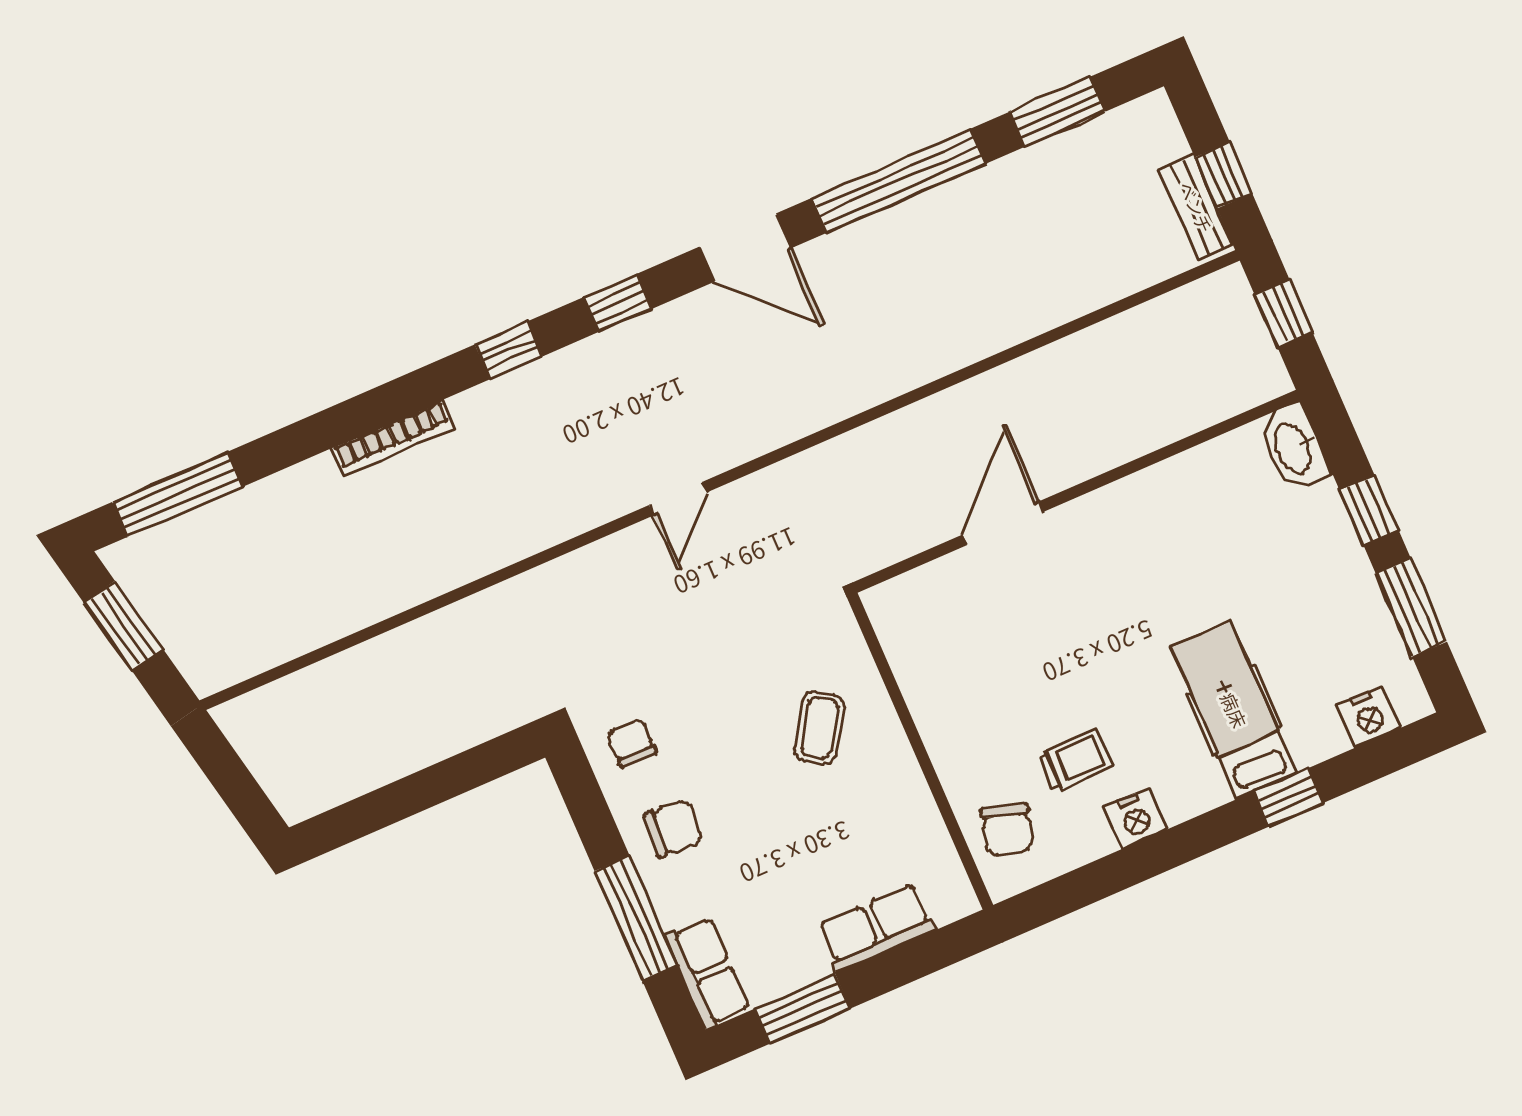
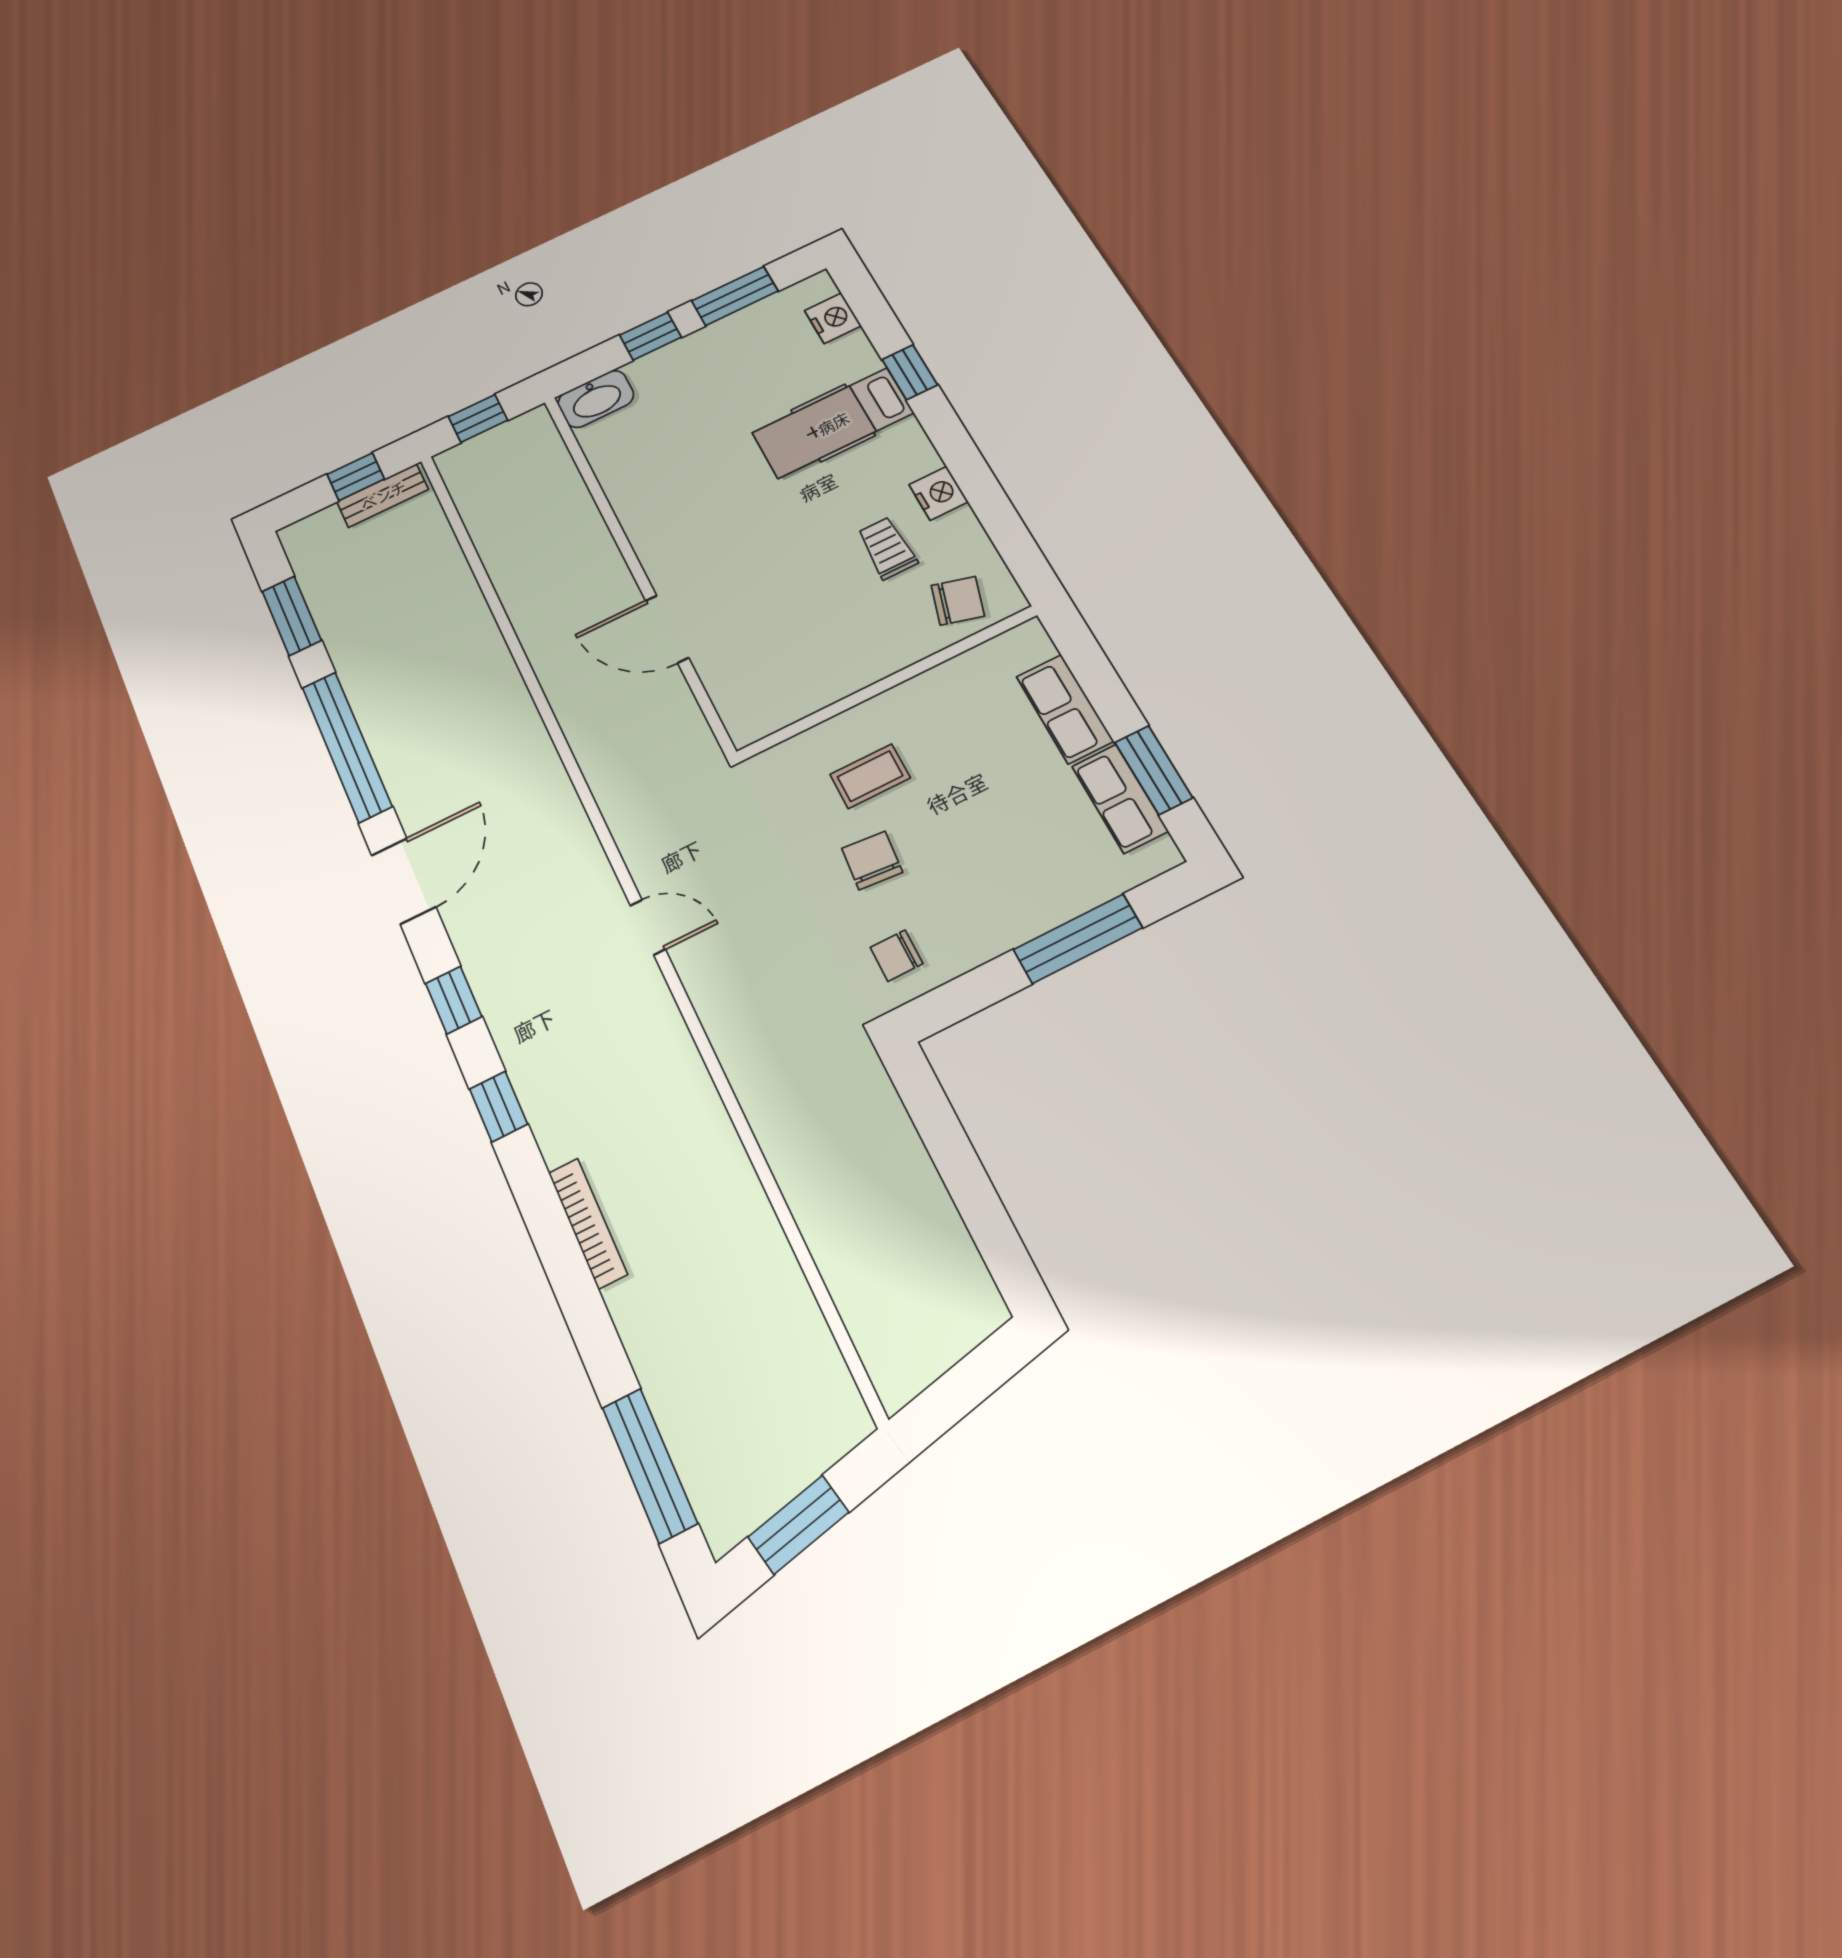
coffee table: (820, 728) -> (870, 776), turned -33
chair: (673, 828) -> (872, 860), moved
row of seats: (707, 973) -> (1120, 799), moved, turned -90

